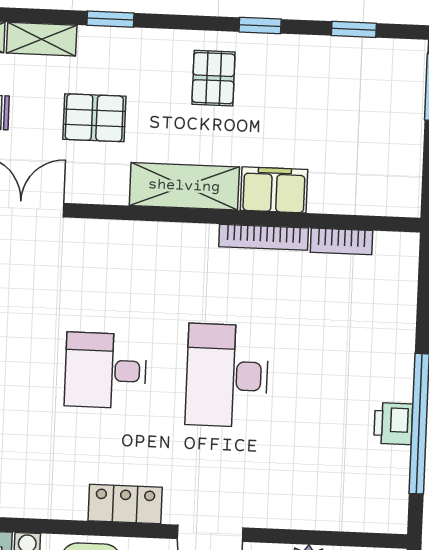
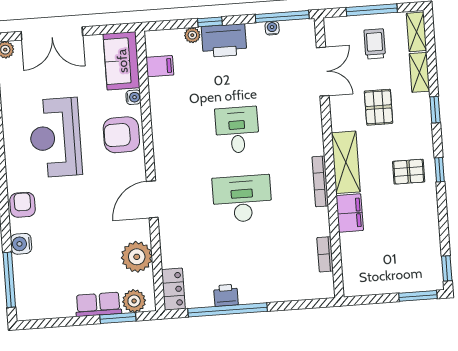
window: (260, 25) -> (440, 170), moved
window: (354, 29) -> (447, 268), moved
bookcase: (264, 237) -> (320, 181), moved
locker: (125, 504) -> (173, 289), moved

